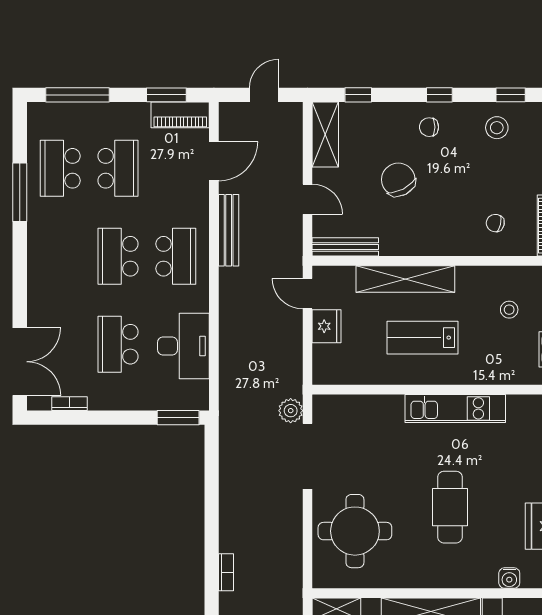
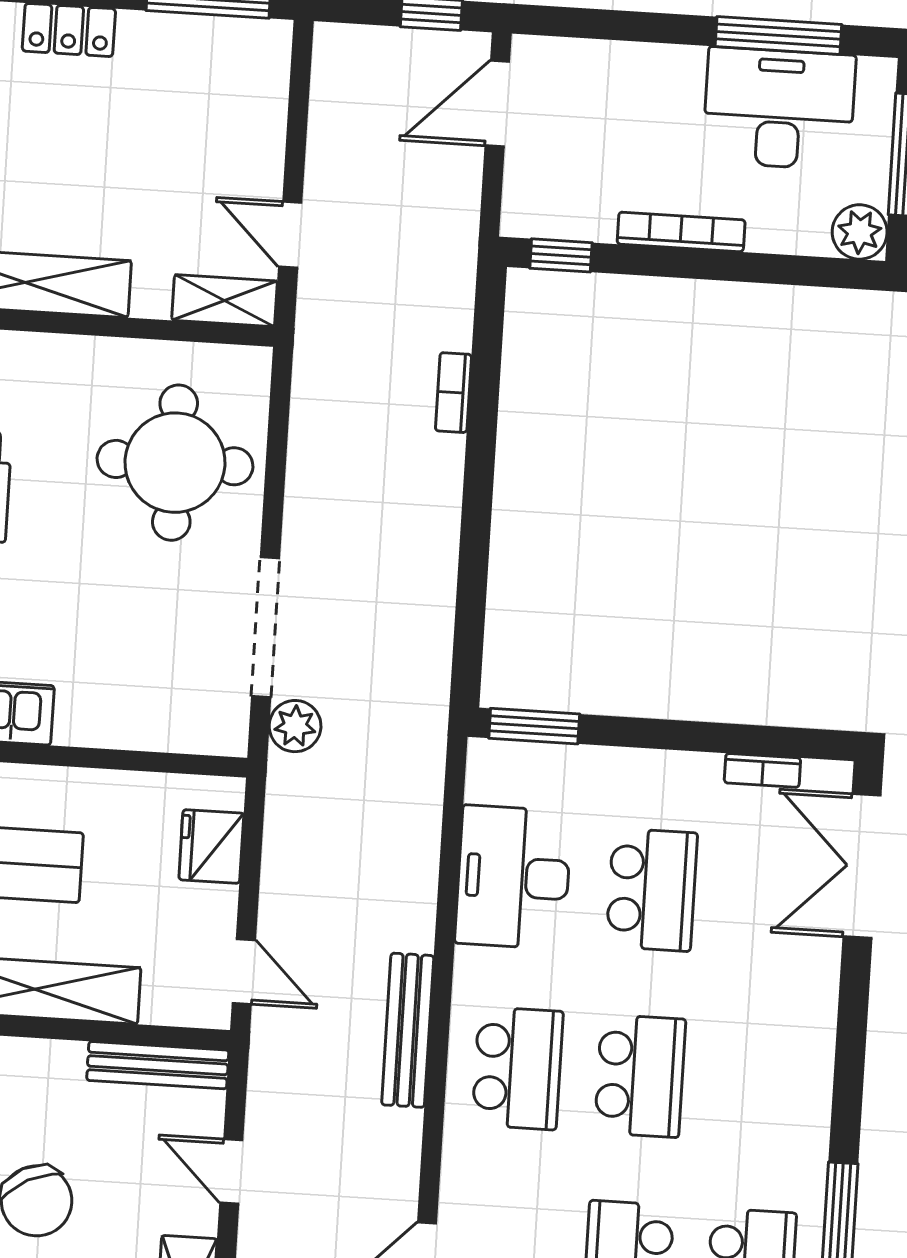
bench: (229, 230) -> (408, 1030), moved
school desk: (176, 256) -> (518, 1068), turned 180
fridge: (327, 326) -> (211, 846), moved

